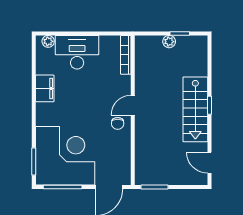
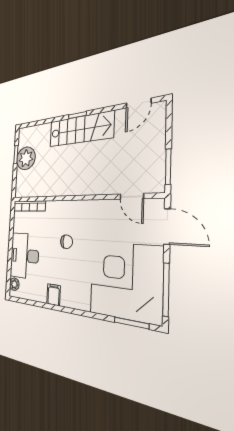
plant: (169, 42) -> (26, 158), width x1.88, depth x1.88
filing cabinet: (45, 88) -> (54, 295), width x0.50
door: (133, 105) -> (132, 196), moved
chair: (118, 123) -> (67, 242), moved

